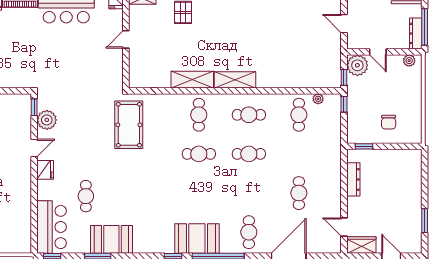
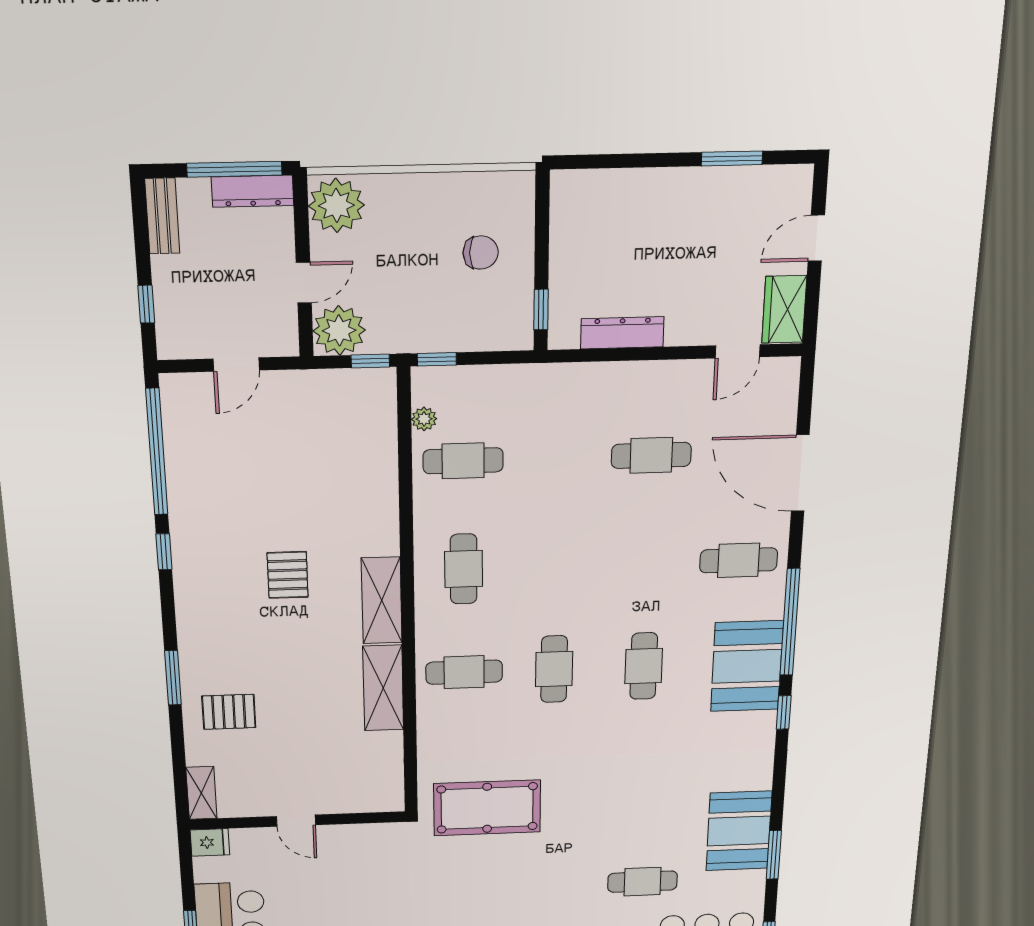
pallet: (249, 40) -> (288, 575), added
plant: (409, 61) -> (336, 205), width x1.88, depth x1.88
cafe table: (249, 154) -> (644, 666), moved

